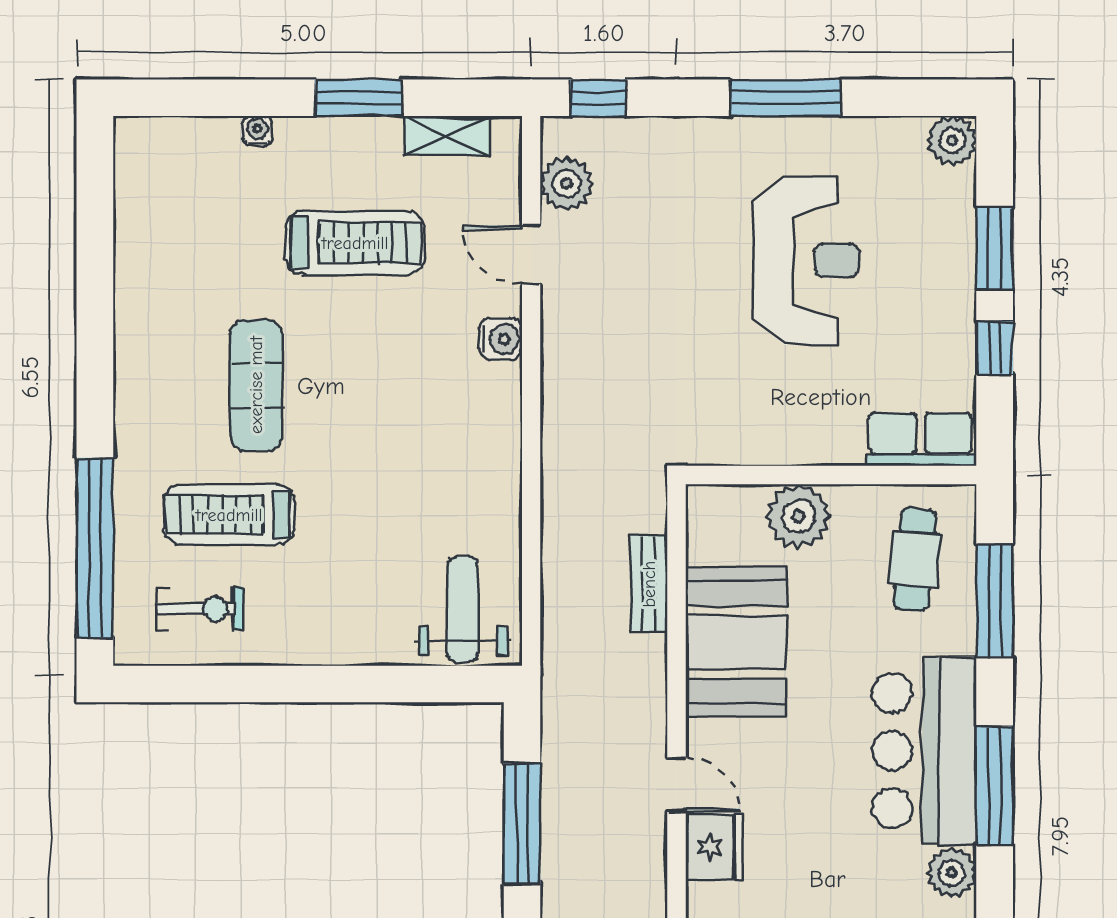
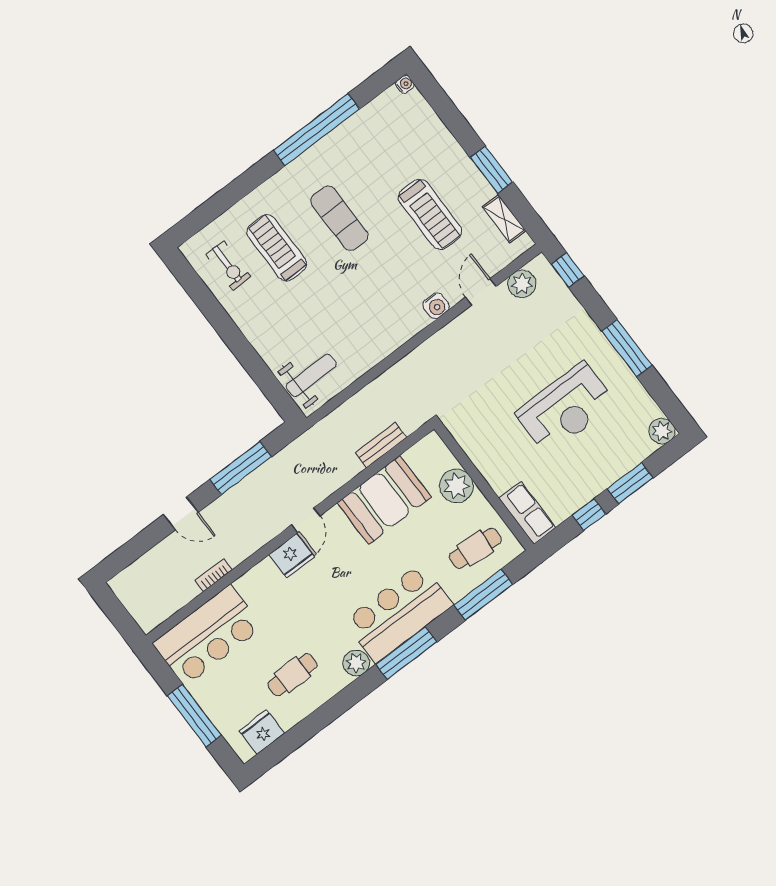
water cooler: (257, 131) -> (405, 84), moved
exercise mat: (256, 385) -> (339, 218), turned 90
window: (95, 547) -> (316, 130), moved

